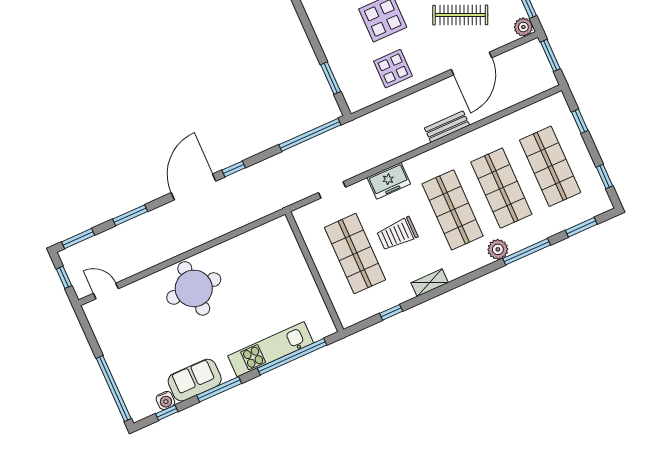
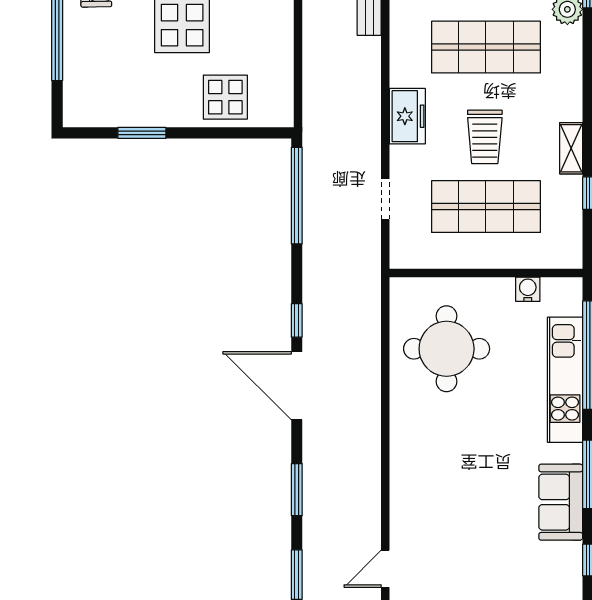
display table: (393, 69) -> (225, 97), moved
window: (331, 78) -> (142, 133), moved
shelving: (430, 283) -> (571, 148), moved
round table: (194, 288) -> (447, 349), moved
water cooler: (165, 400) -> (528, 289), moved, turned -90

